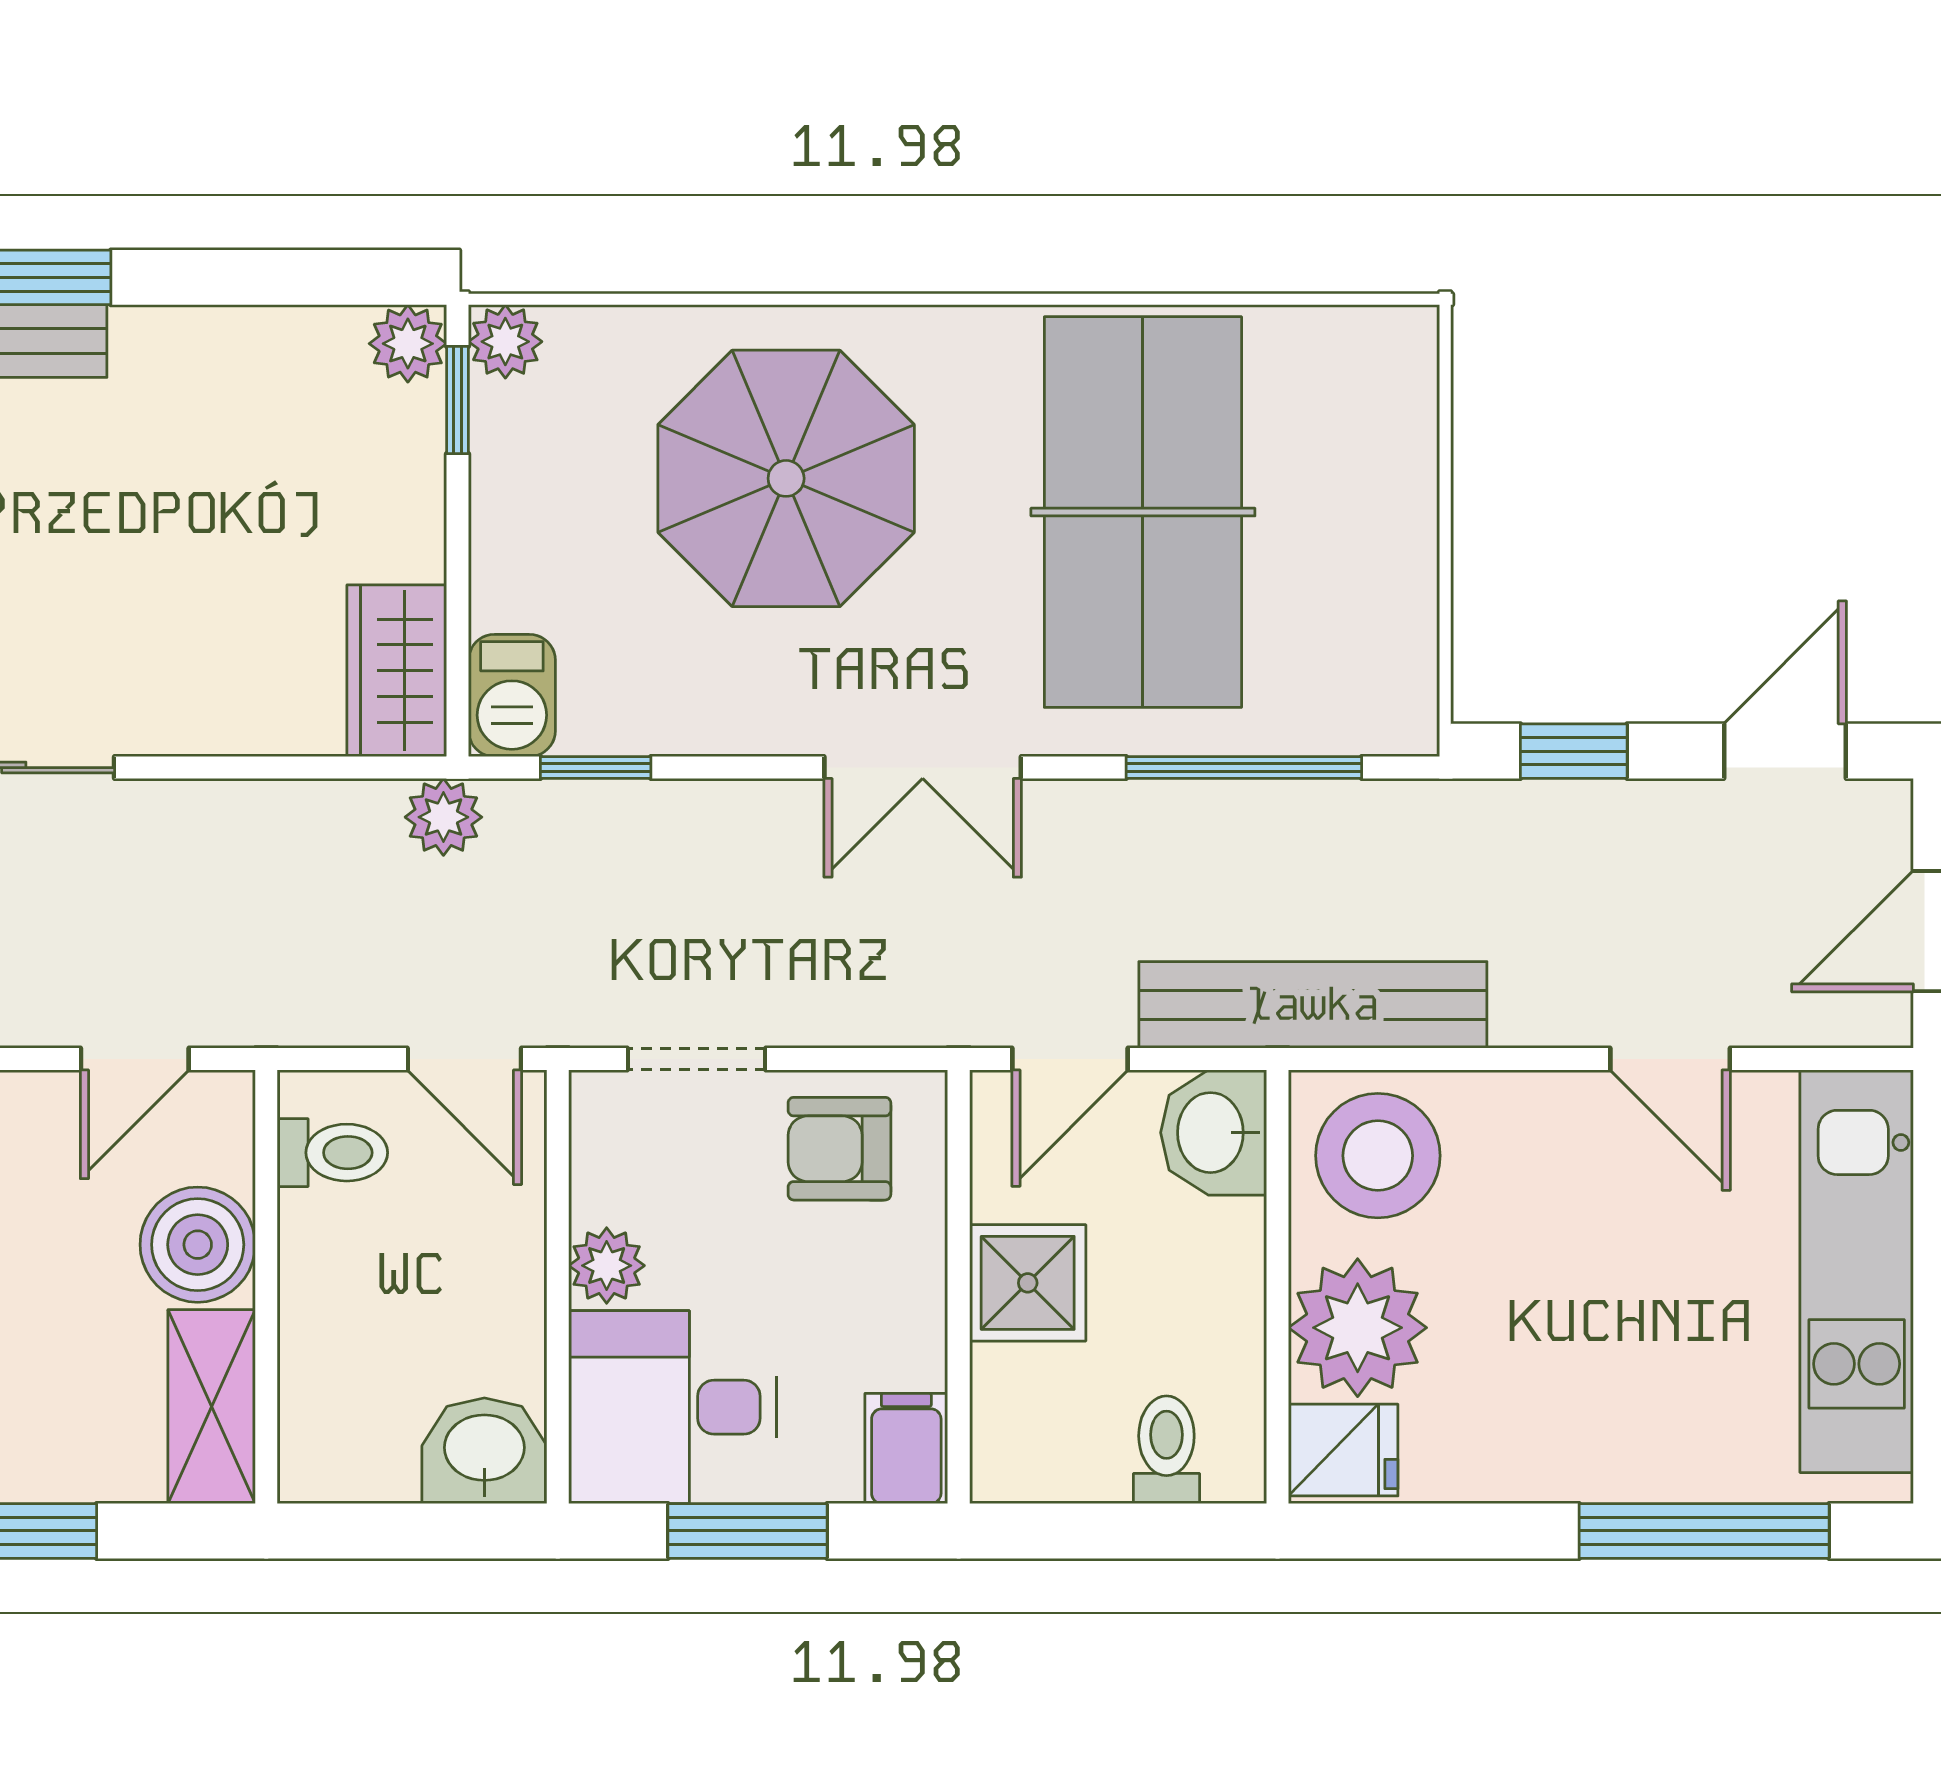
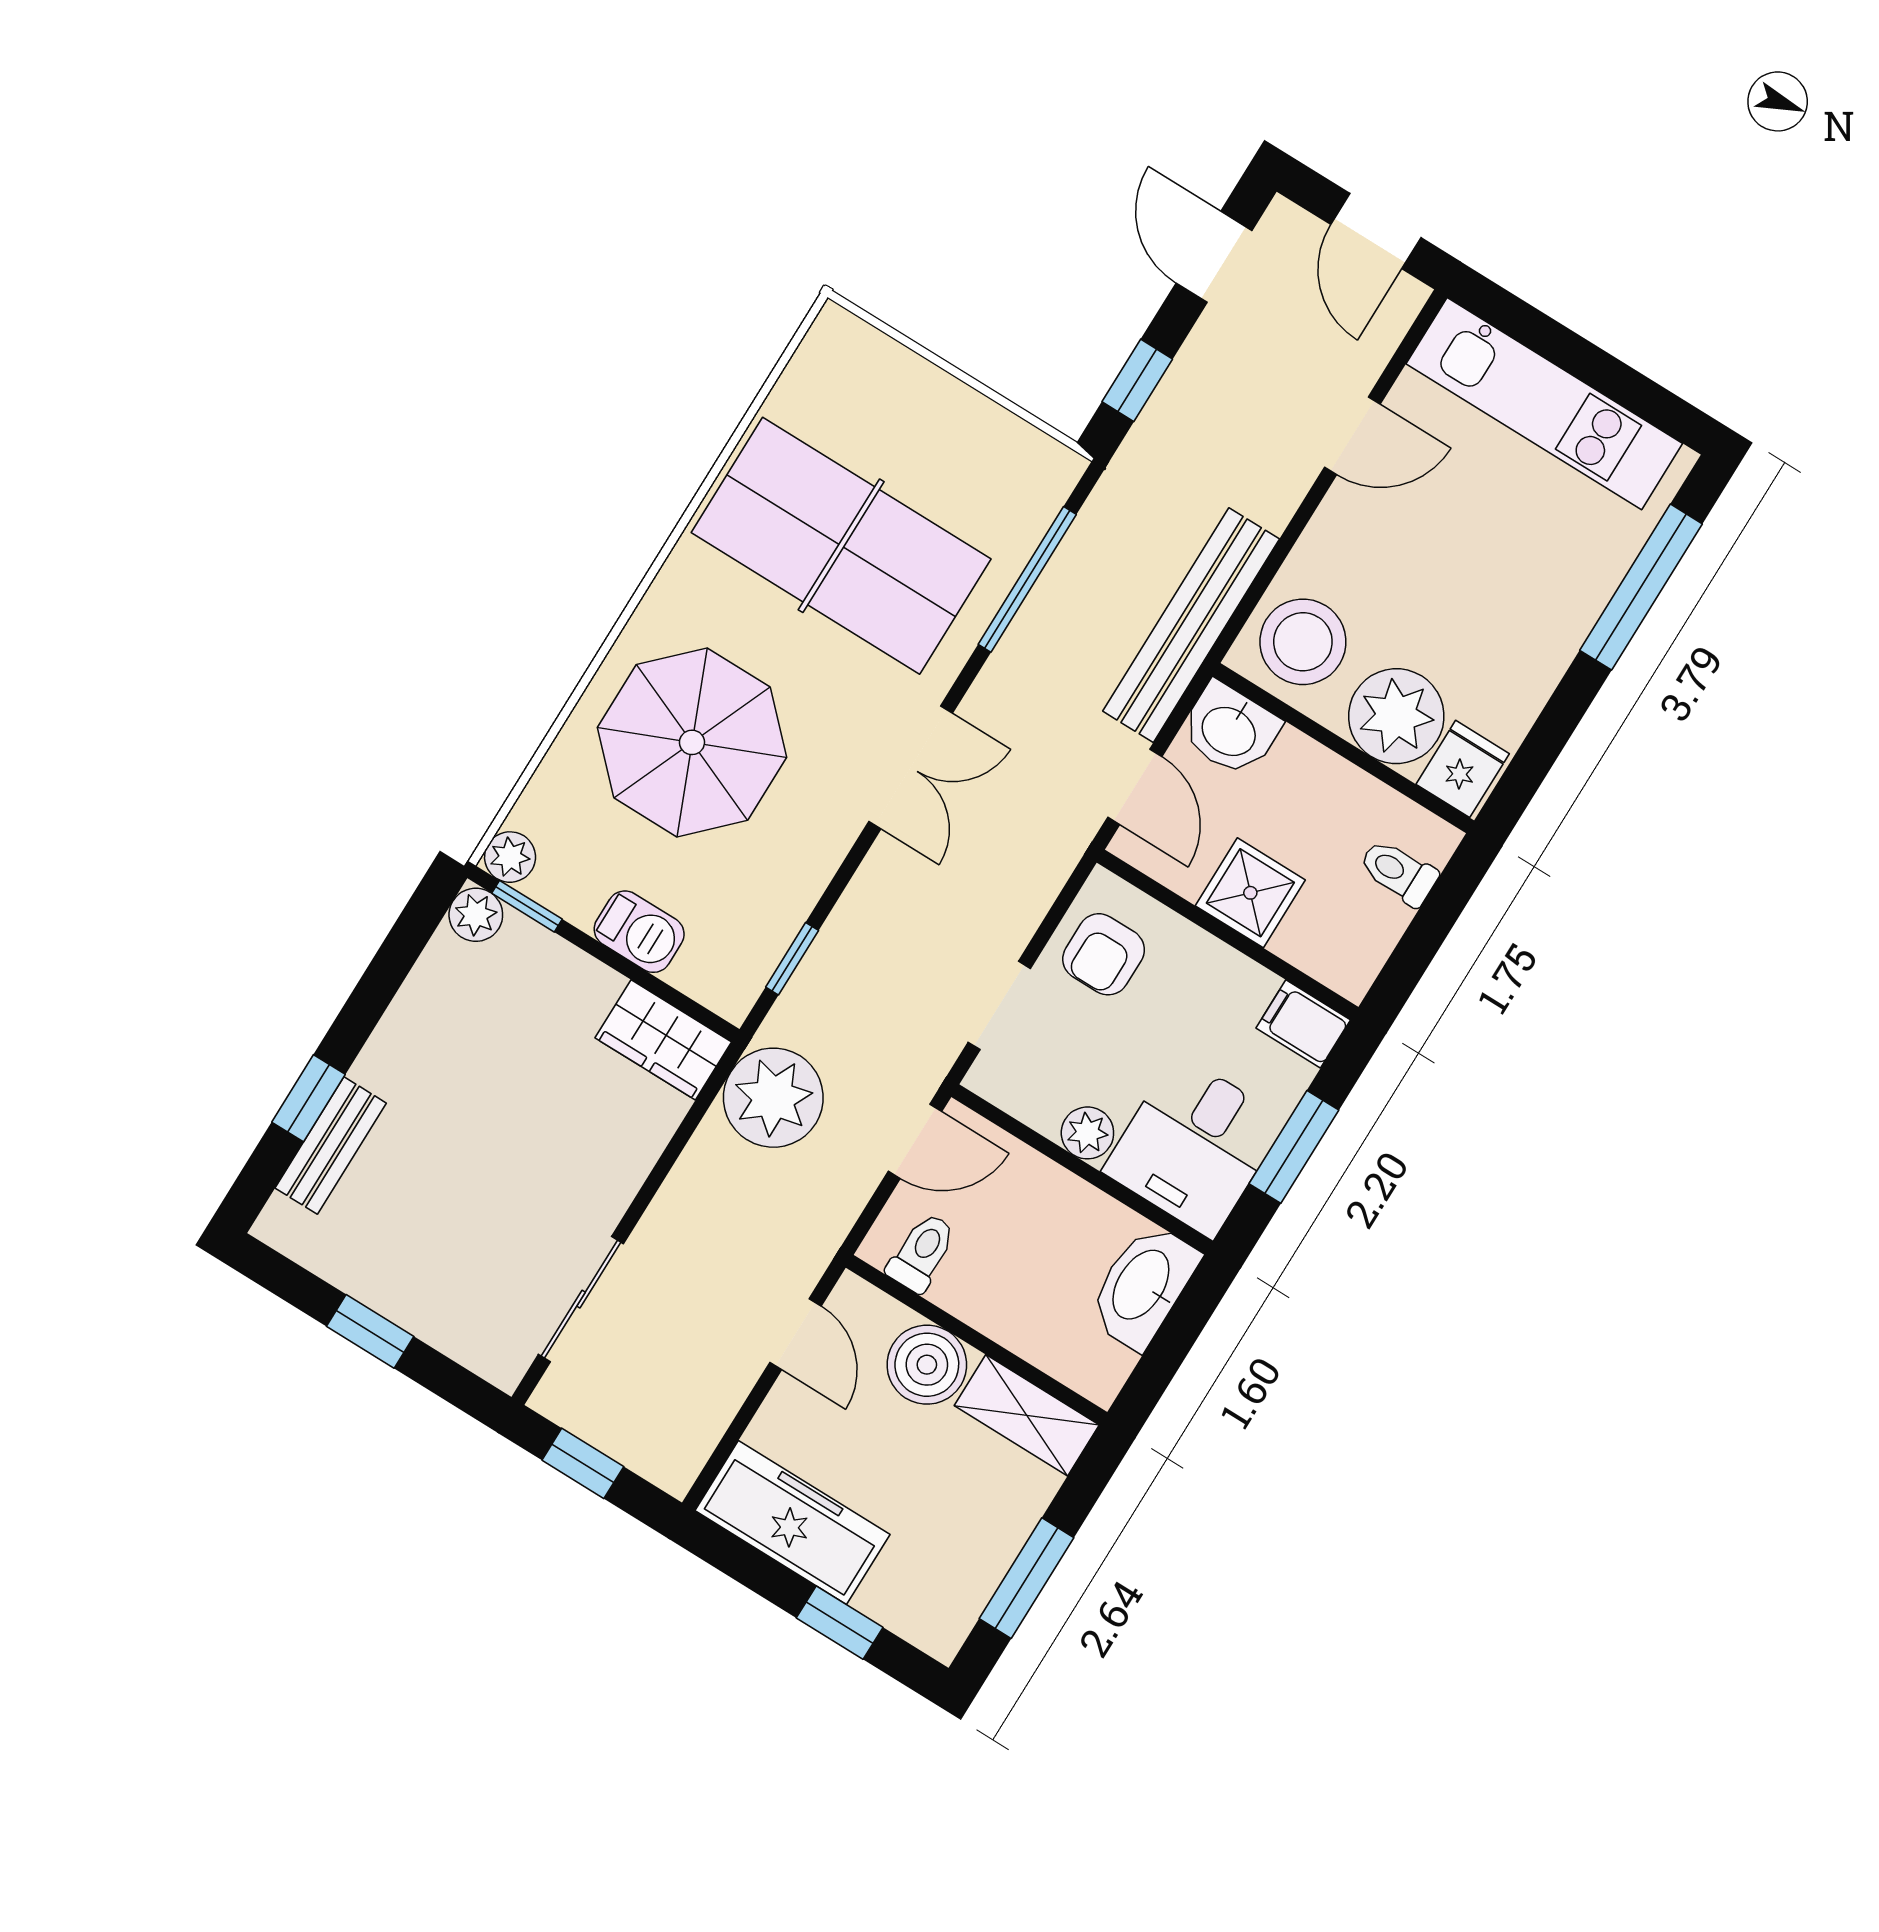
barbecue: (512, 695) -> (639, 932), moved
plant: (443, 817) -> (773, 1098), width x1.88, depth x1.88
washbasin: (484, 1451) -> (1143, 1286), width x1.38

